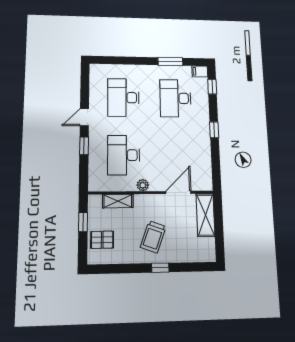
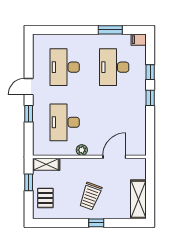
window: (212, 87) -> (150, 72), moved
shelving: (118, 201) -> (46, 164), moved
shelving: (205, 215) -> (138, 199), moved
pallet: (102, 240) -> (45, 198), turned 90

